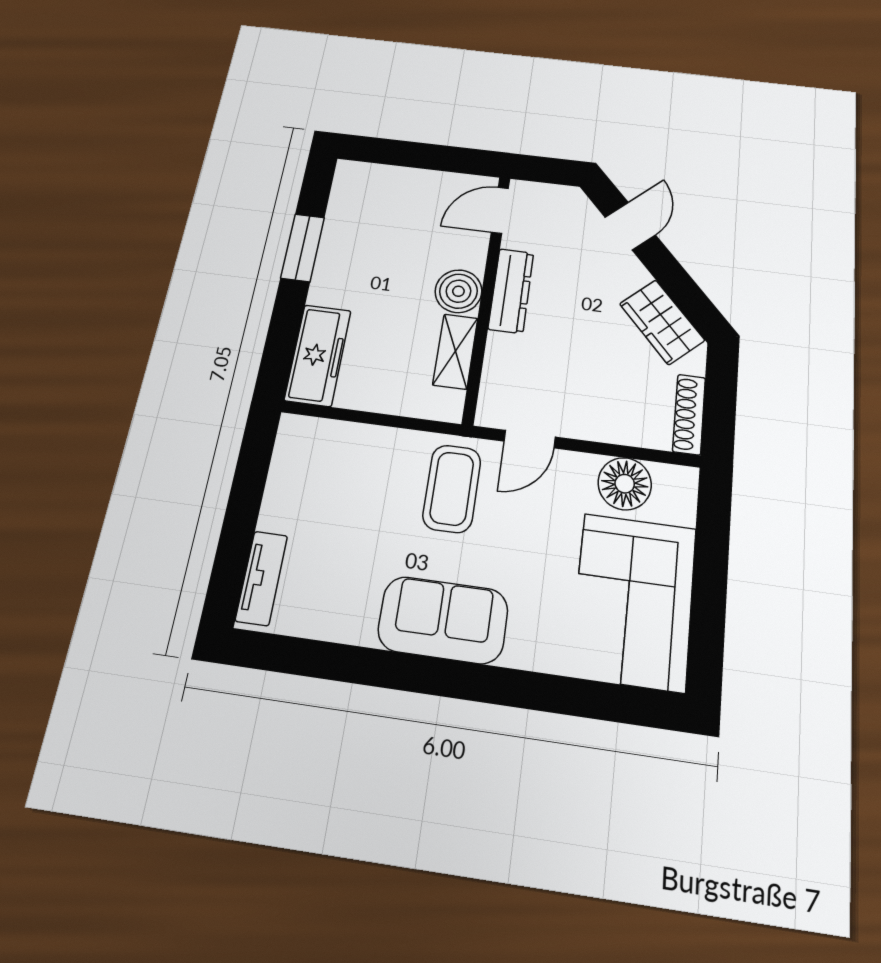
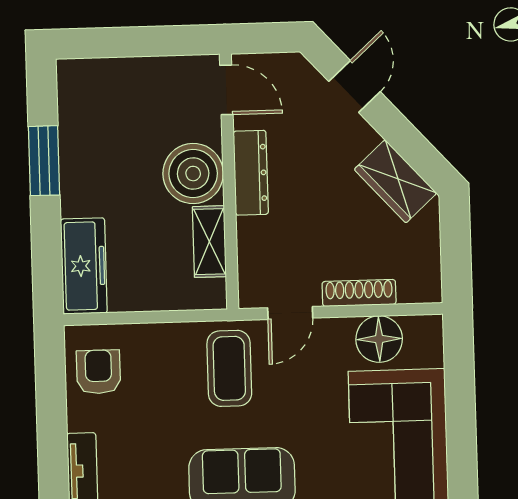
door: (500, 210) -> (226, 90), swing flipped
boiler: (458, 291) -> (193, 174), width x1.37, depth x1.37
shoe rack: (689, 414) -> (359, 293), moved, turned 90
armchair: (307, 468) -> (98, 372), added

